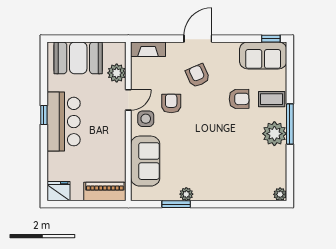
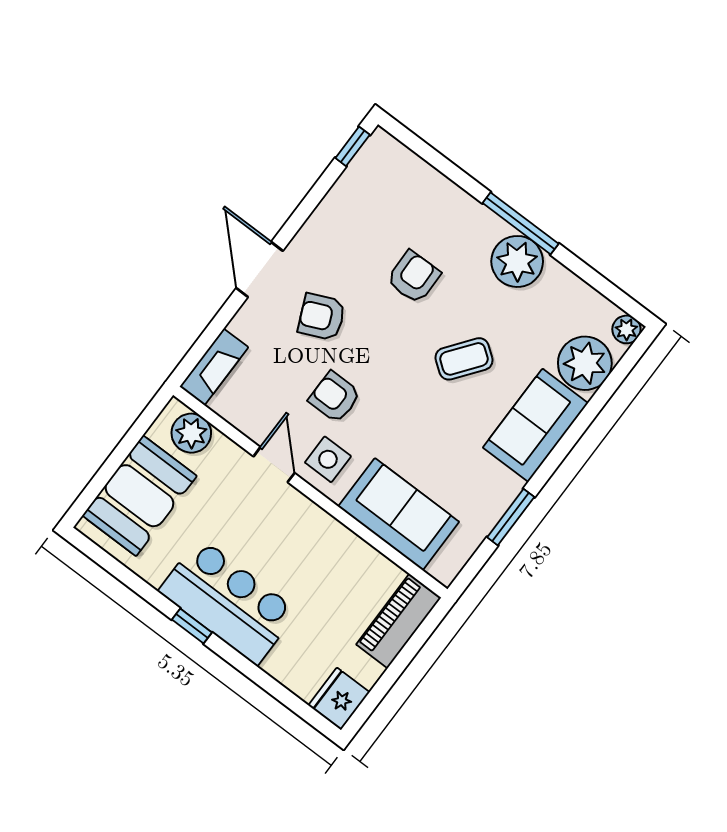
sofa: (263, 55) -> (536, 425), moved, turned 180
plant: (117, 73) -> (191, 433), moved
coffee table: (272, 99) -> (464, 359), moved, turned 37
plant: (186, 194) -> (585, 363), moved, width x1.87, depth x1.87

